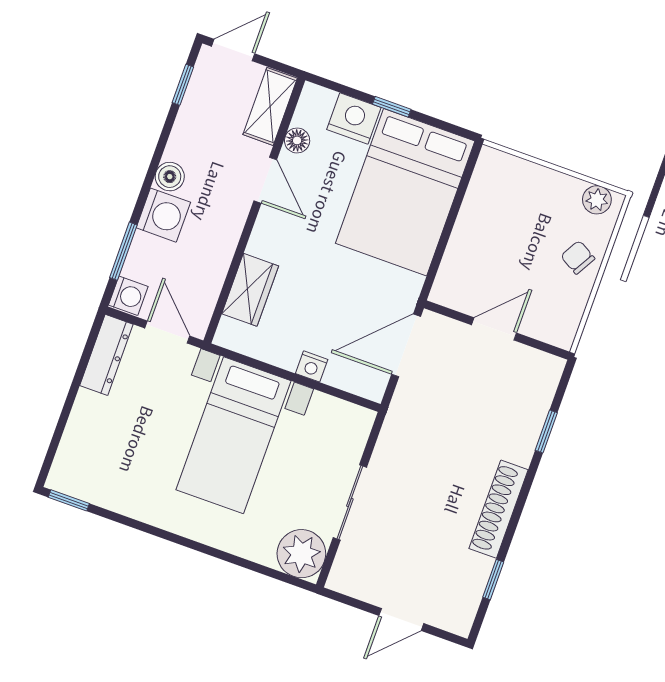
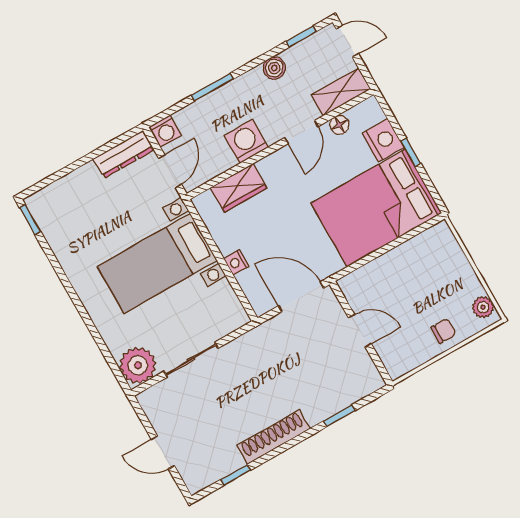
boiler: (170, 177) -> (274, 68), moved
washing machine: (163, 215) -> (246, 141), moved, turned 180
window: (123, 251) -> (212, 87), moved
chair: (578, 257) -> (444, 331), turned 60

